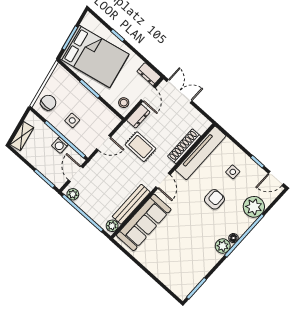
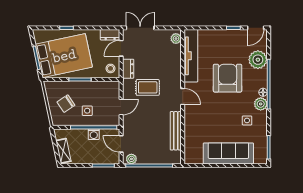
door: (148, 94) -> (121, 48), swing flipped
chair: (48, 103) -> (66, 104), moved, turned -124
shoe rack: (184, 146) -> (176, 61), removed
side table: (233, 172) -> (247, 120), moved
armchair: (214, 199) -> (228, 78), width x1.88, depth x1.88
sofa: (144, 222) -> (228, 153), moved, turned -90
plant: (112, 226) -> (176, 39), moved

